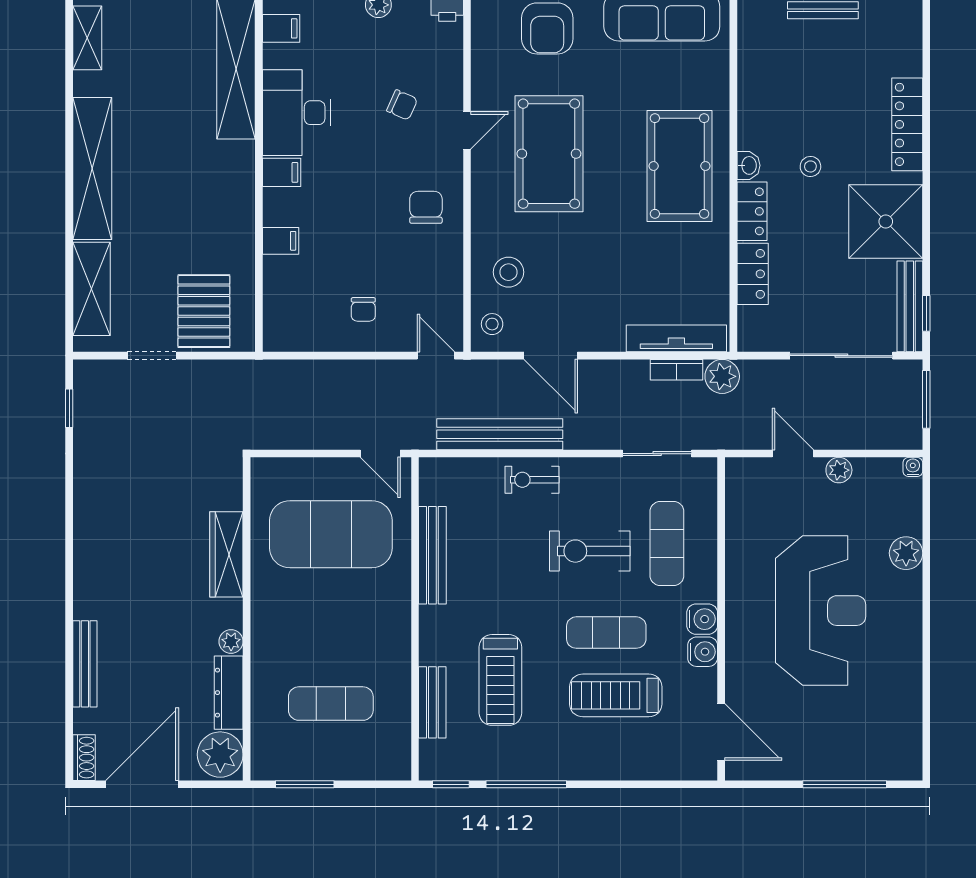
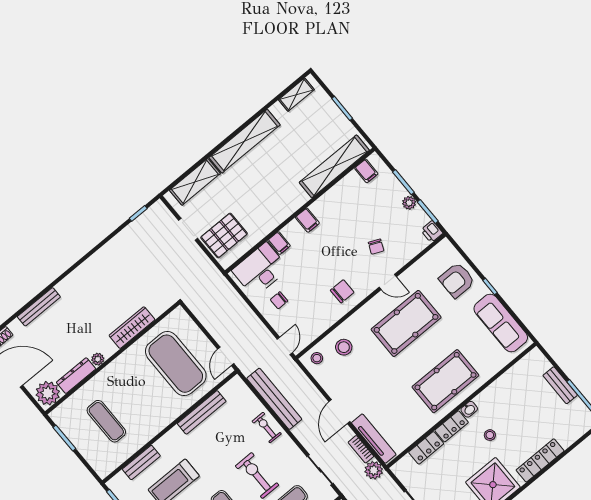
desk: (296, 113) -> (260, 270), moved
door: (551, 356) -> (339, 412), moved

